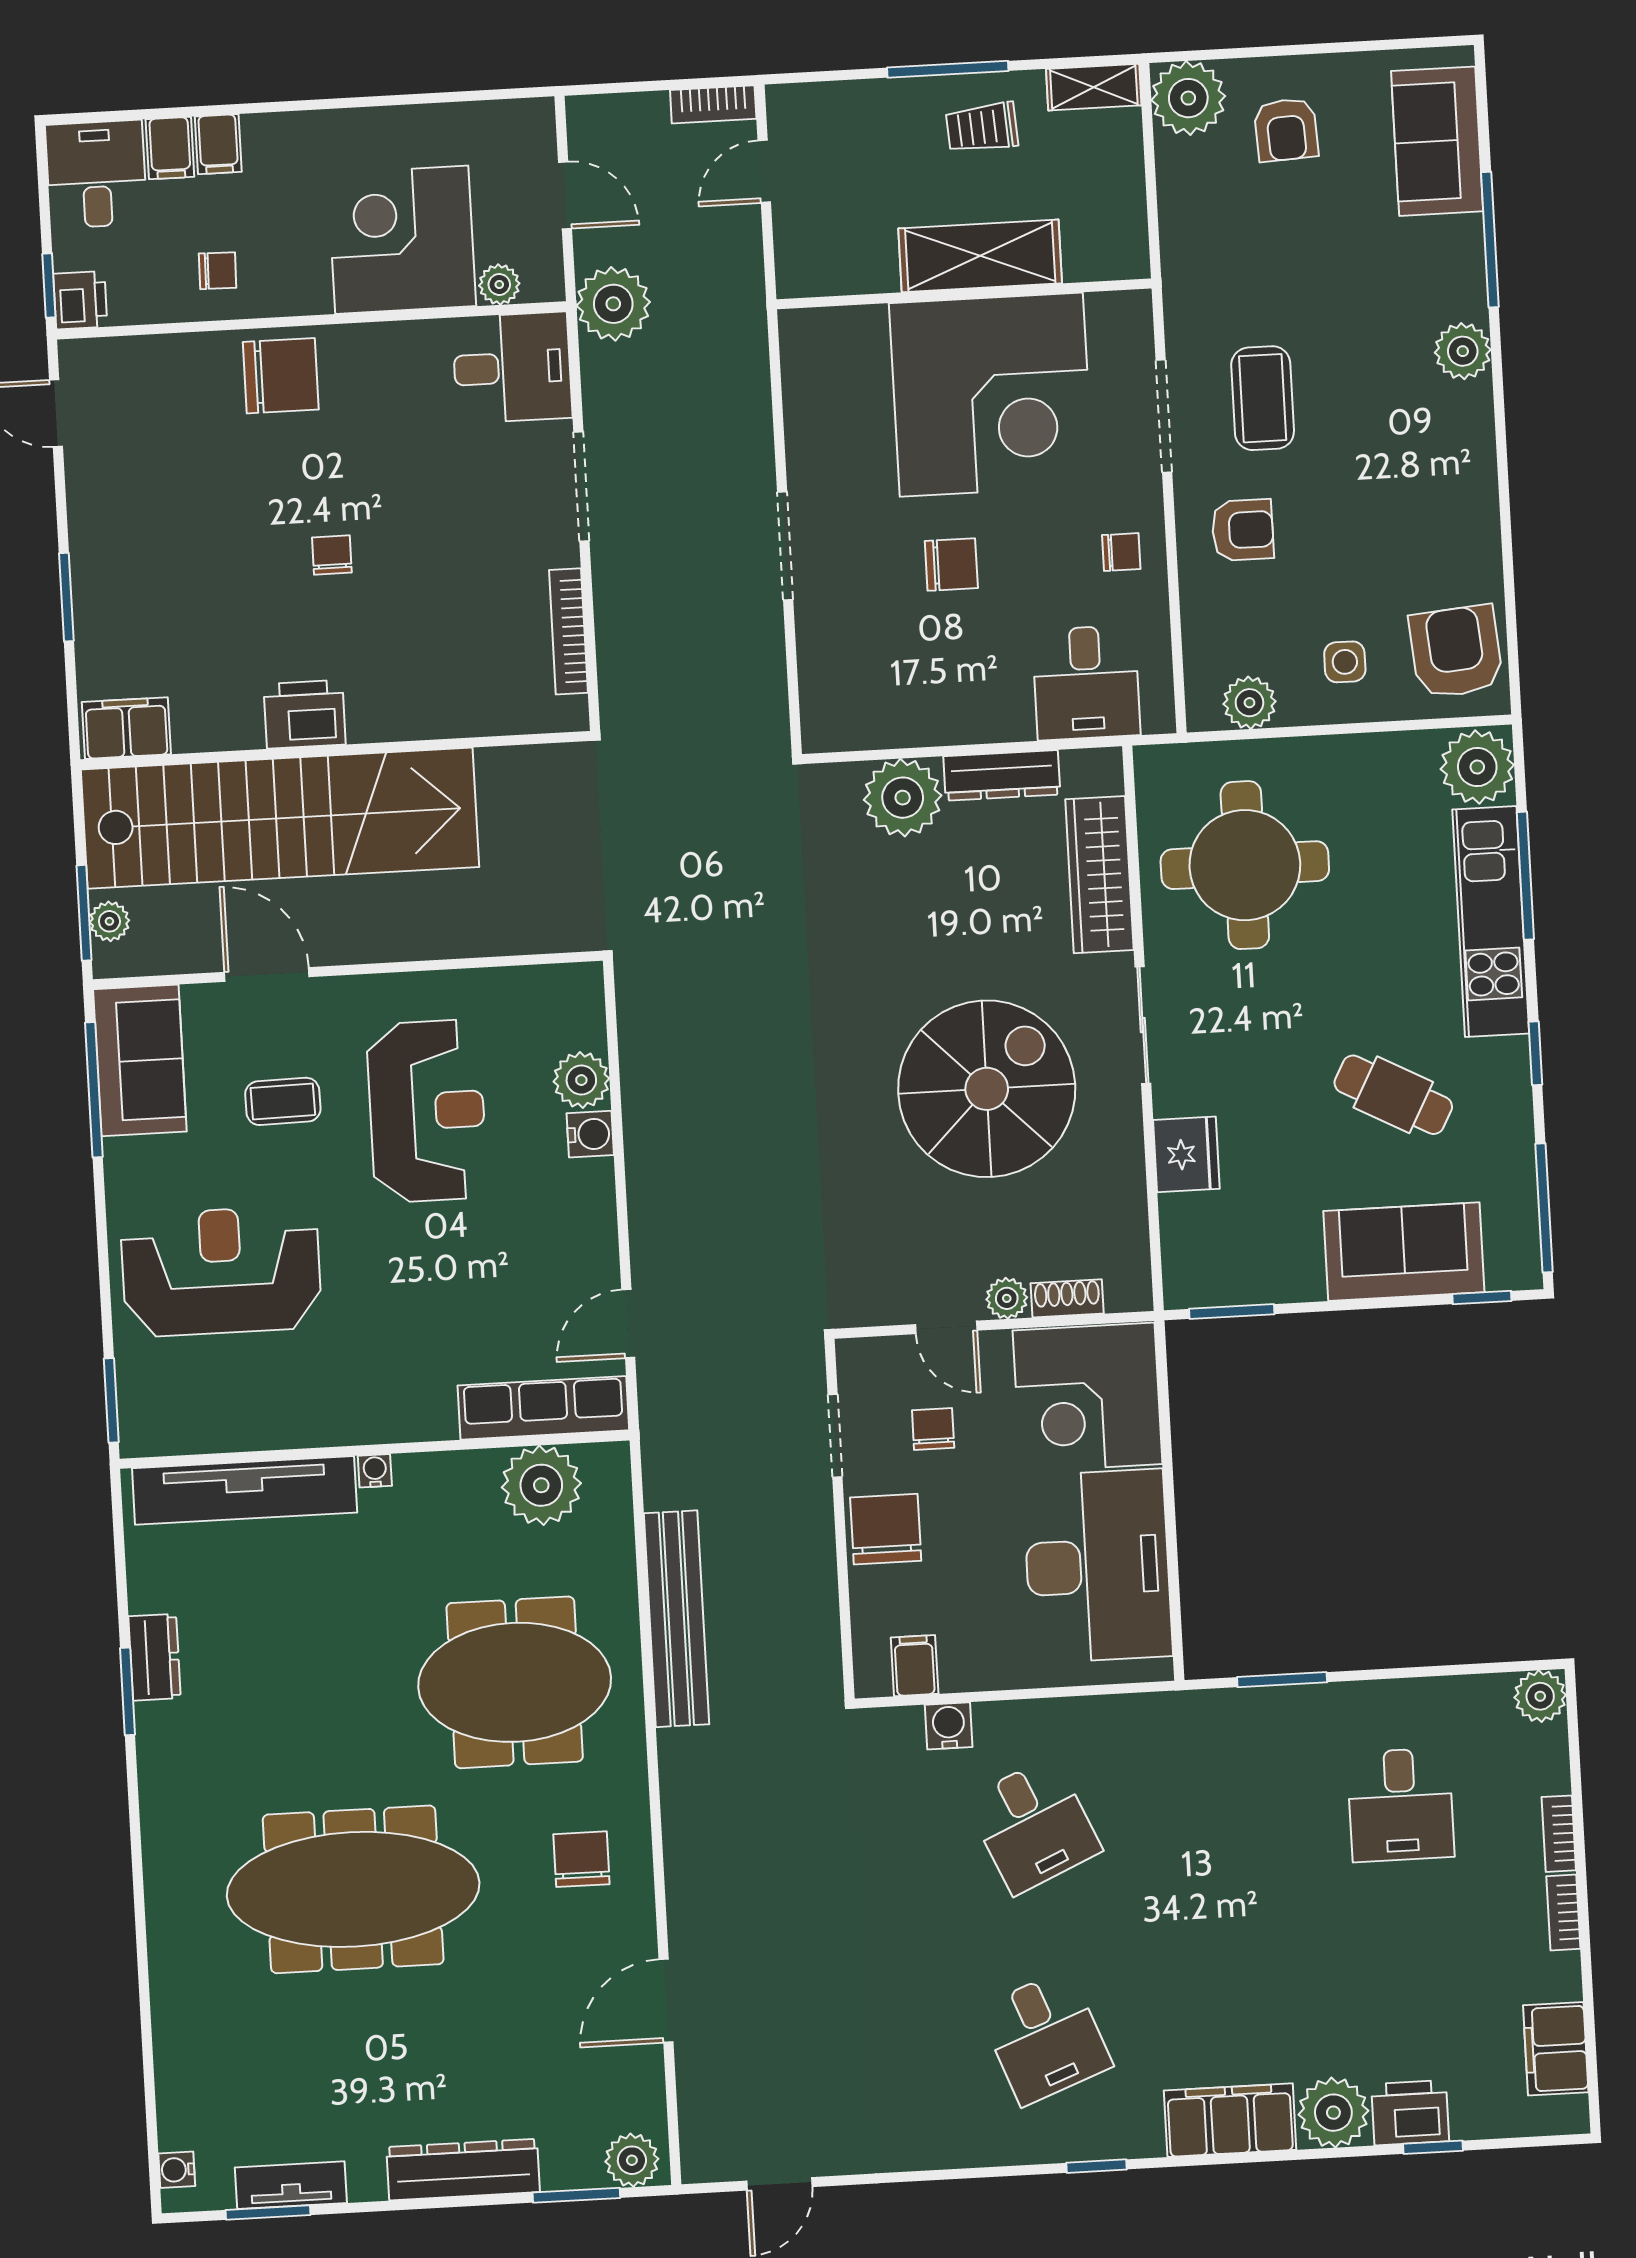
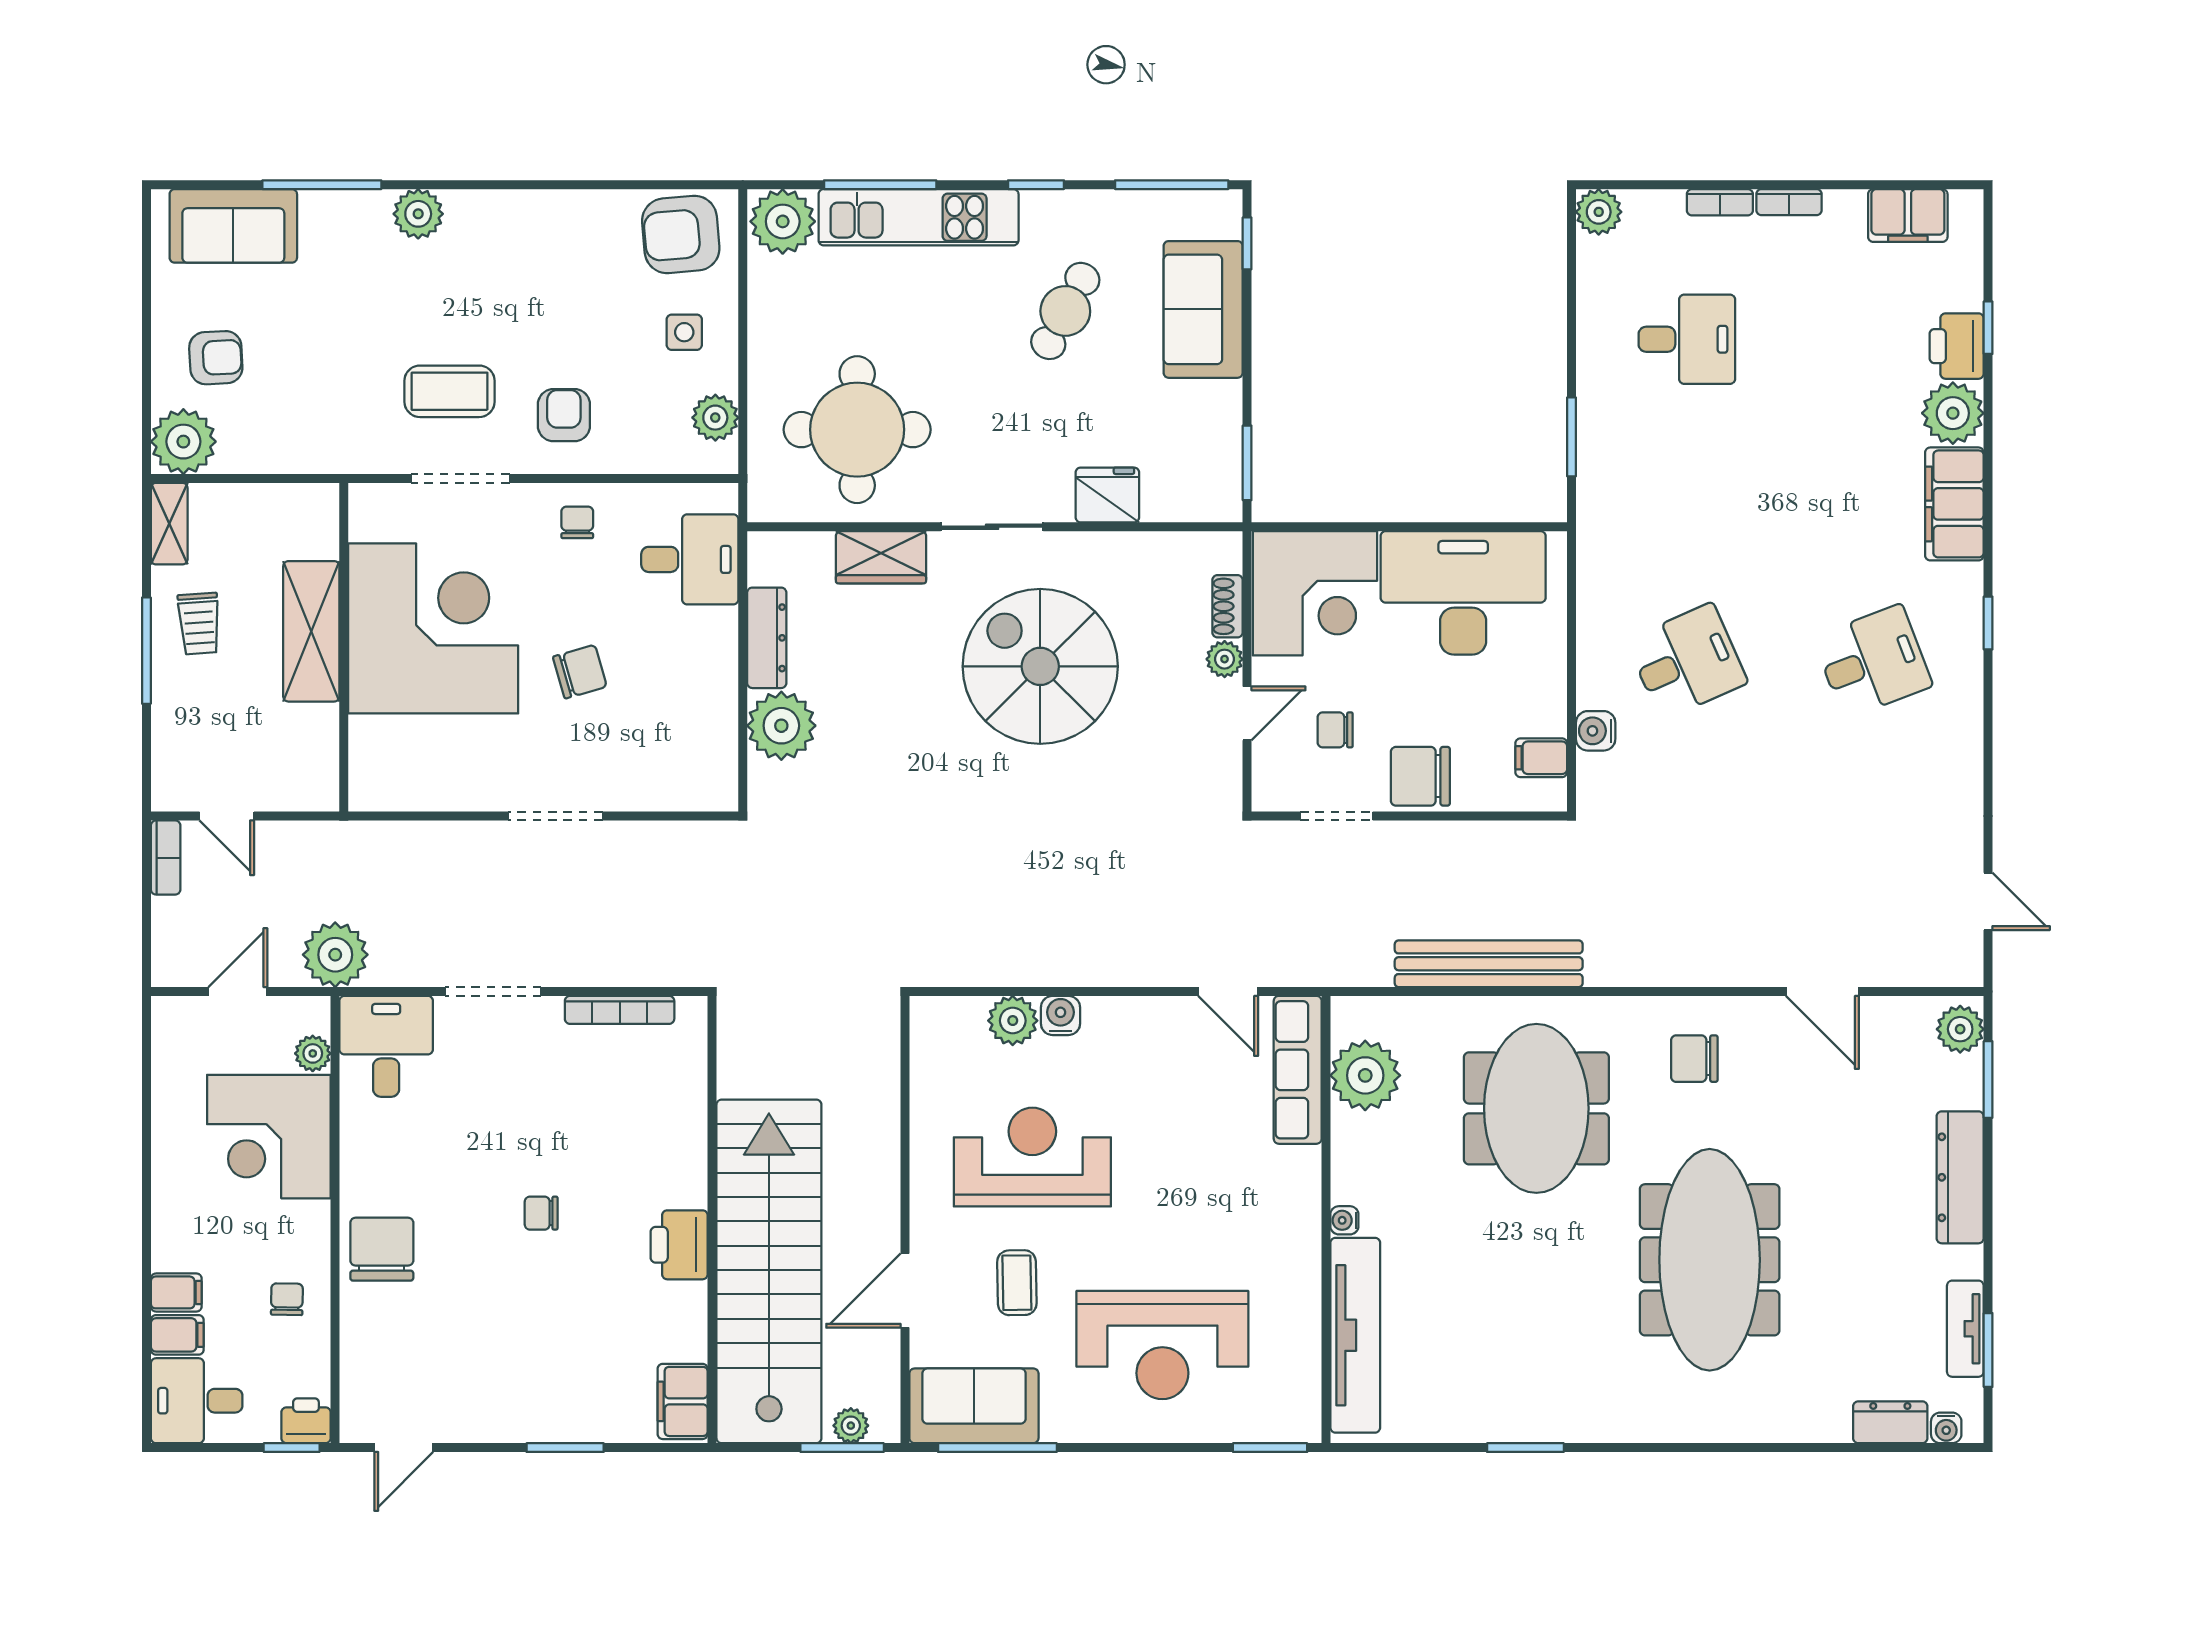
chair: (951, 565) -> (580, 672), turned 74
wardrobe: (1099, 875) -> (881, 557), width x0.67
reception desk: (221, 1271) -> (1162, 1345), turned -90
dresser: (154, 1657) -> (1890, 1422), moved

